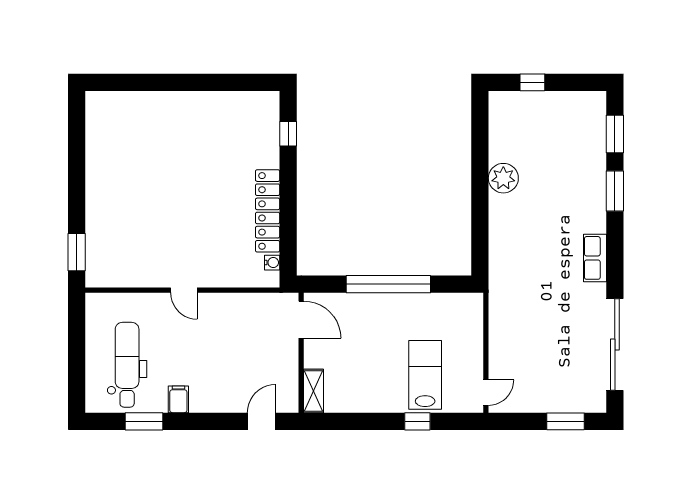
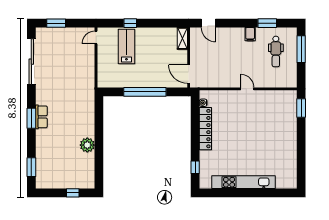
kitchen unit: (191, 104) -> (244, 182), added
window: (615, 191) -> (31, 118), moved
row of seats: (595, 258) -> (41, 117), moved
dental chair: (127, 365) -> (276, 52), width x0.73, depth x0.72
window: (77, 369) -> (301, 49), added
lab bench: (425, 375) -> (126, 46), turned 180
door: (262, 421) -> (208, 23), hinge flipped

